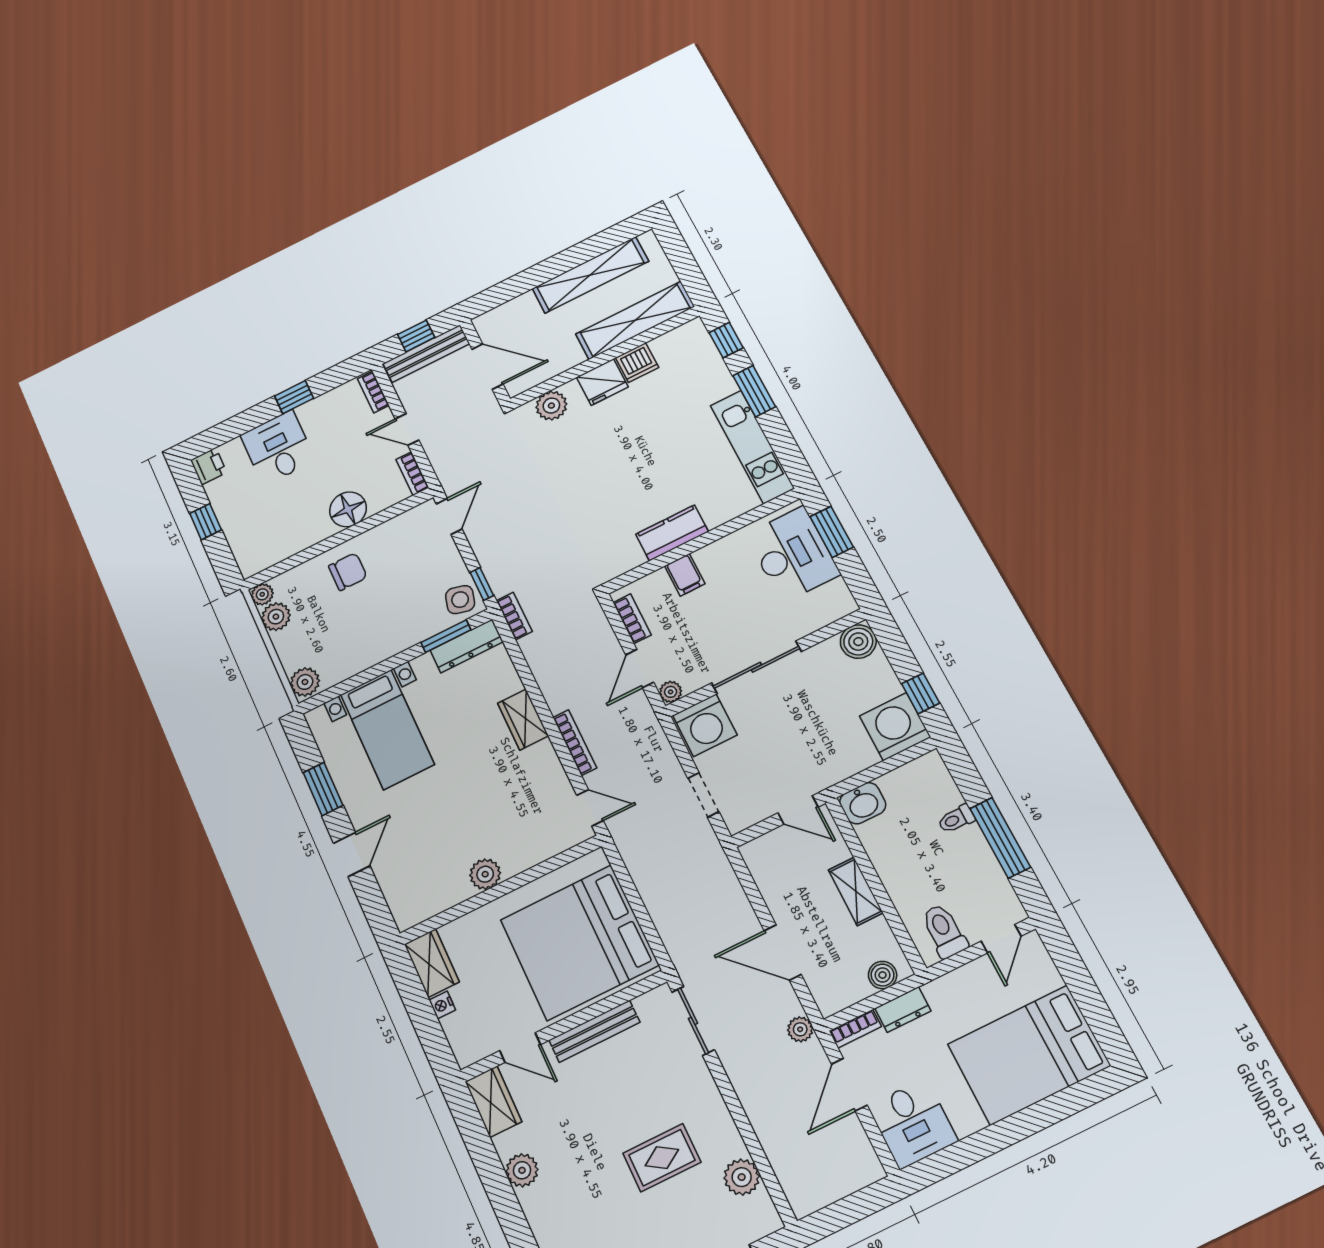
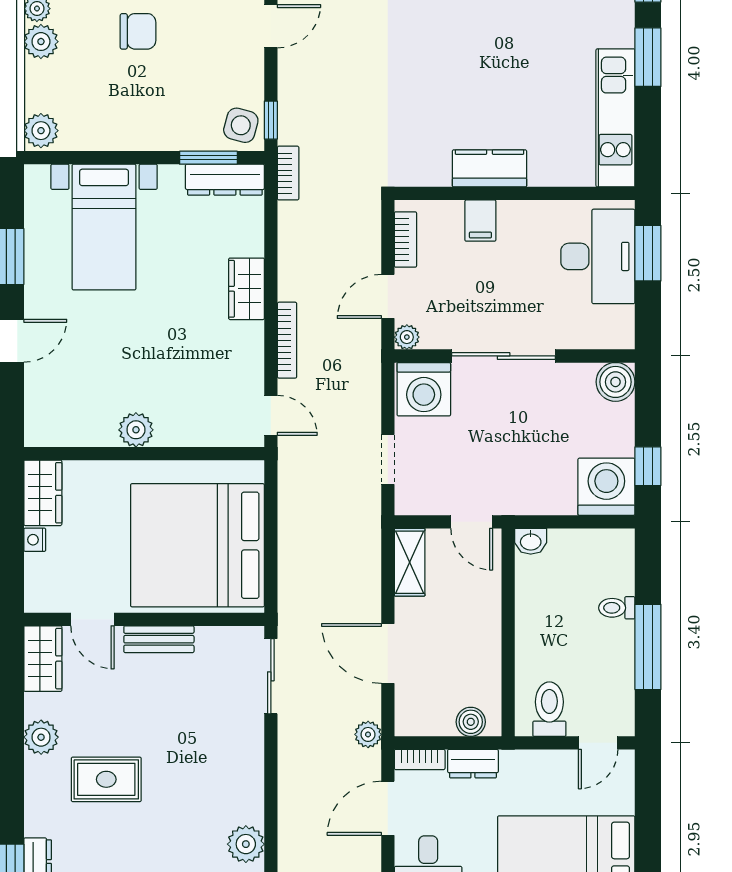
washbasin: (863, 803) -> (531, 541), width x0.72, depth x0.69
shelving: (856, 891) -> (410, 562), moved
bench: (594, 1031) -> (159, 639), width x0.73
rug: (662, 1158) -> (106, 779), moved

